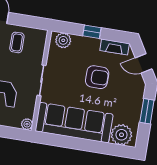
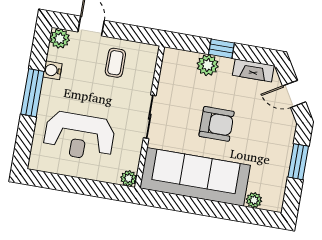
plant: (63, 40) -> (208, 65), moved
armchair: (97, 77) -> (217, 124), moved
plant: (121, 135) -> (254, 200), width x0.53, depth x0.53

